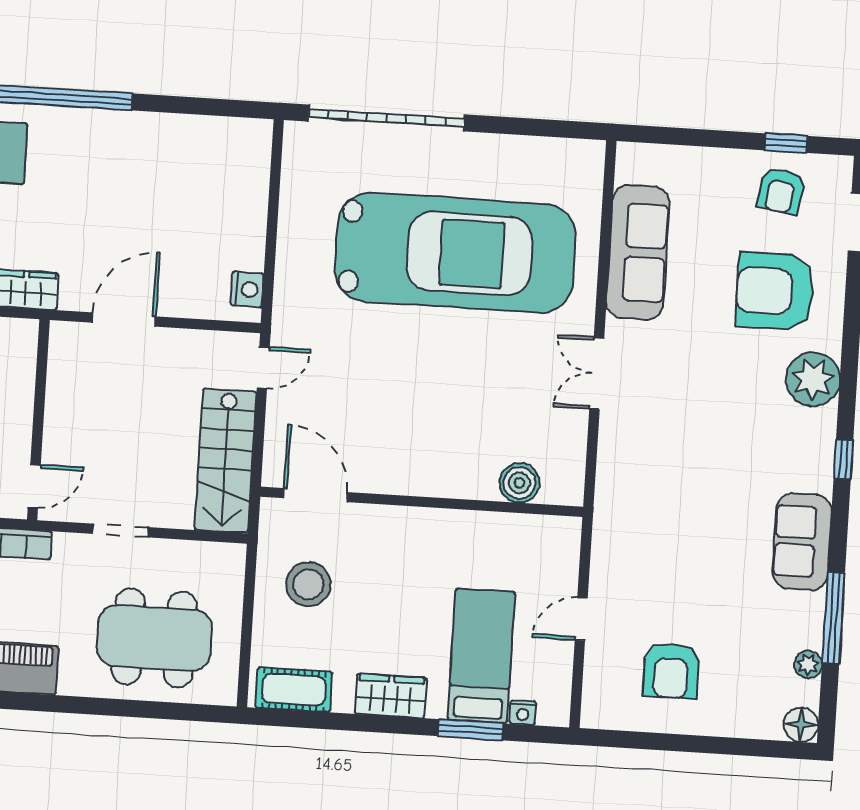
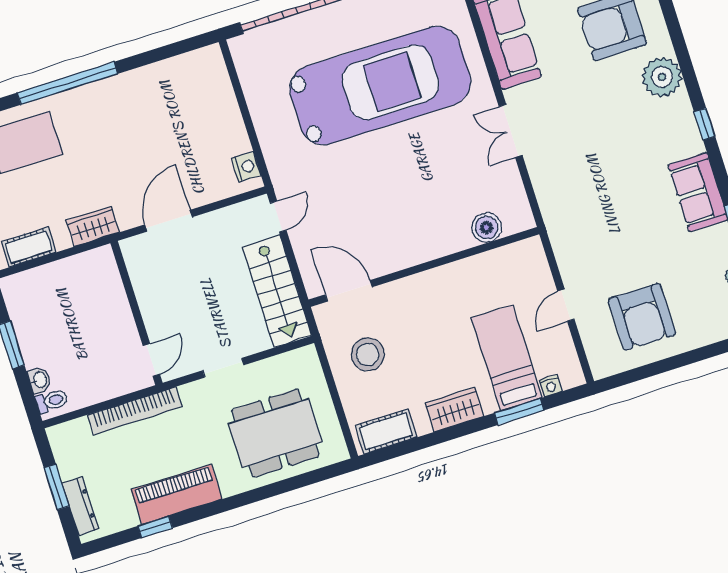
armchair: (671, 671) -> (642, 317), width x1.36, depth x1.36

